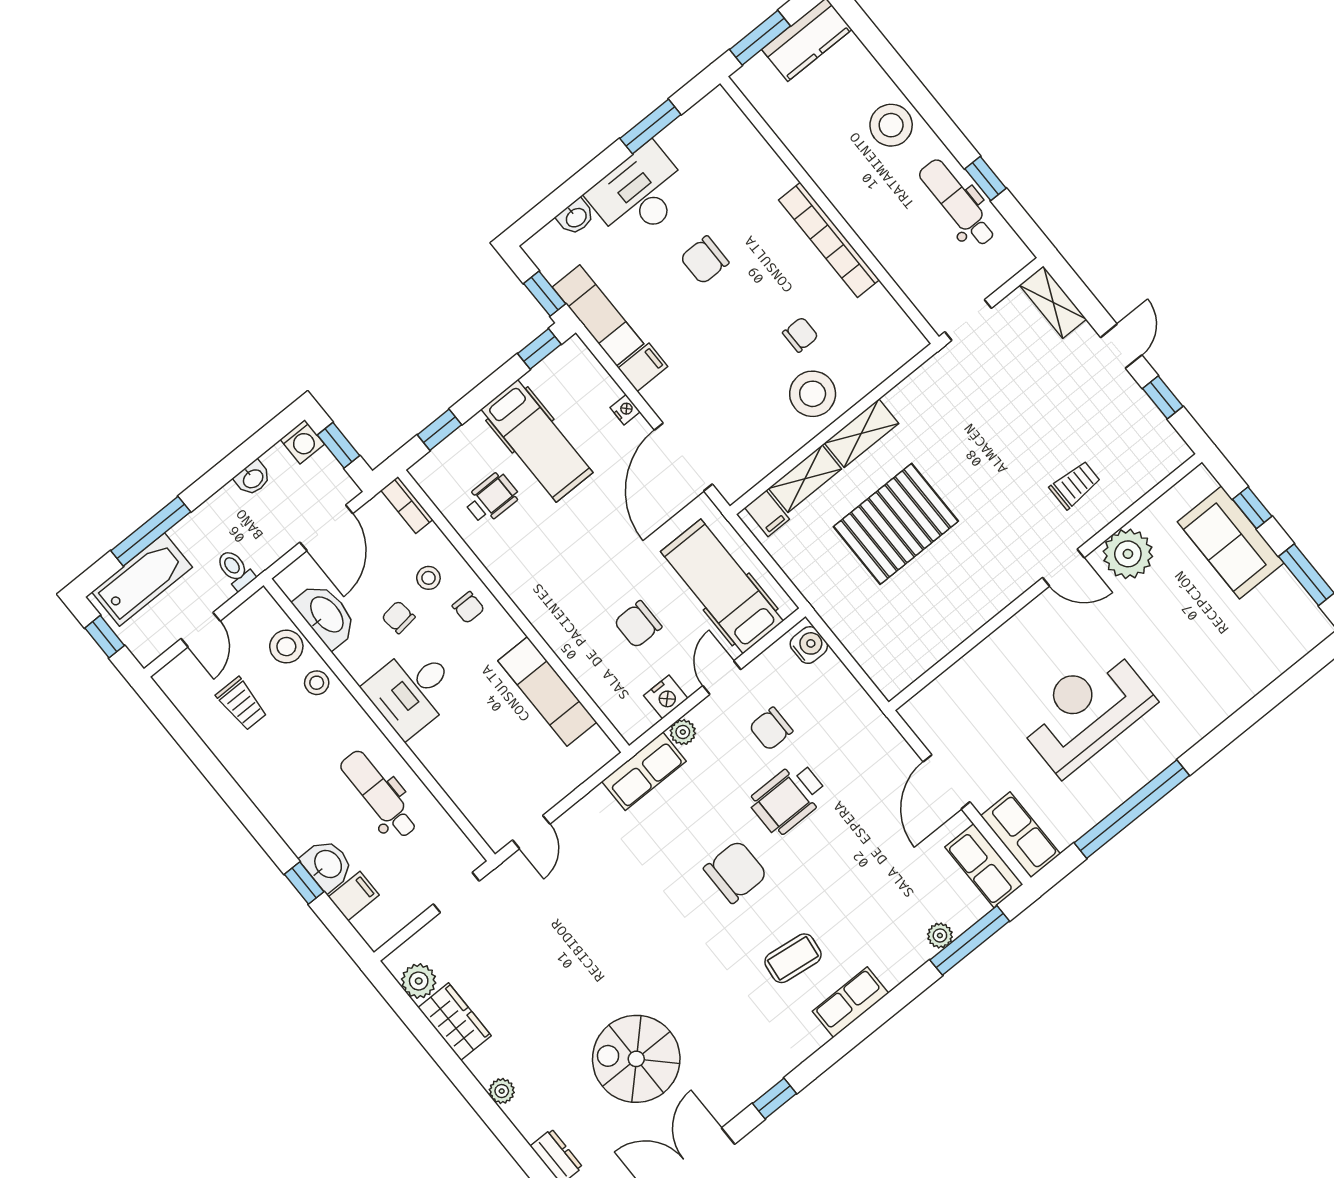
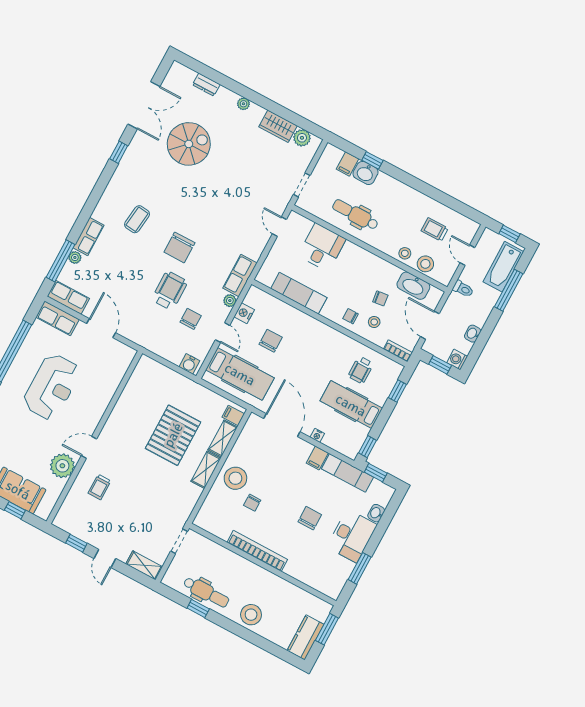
desk: (412, 691) -> (322, 247), moved
dental chair: (379, 794) -> (355, 215), turned 180
row of seats: (850, 1002) -> (89, 236), moved

